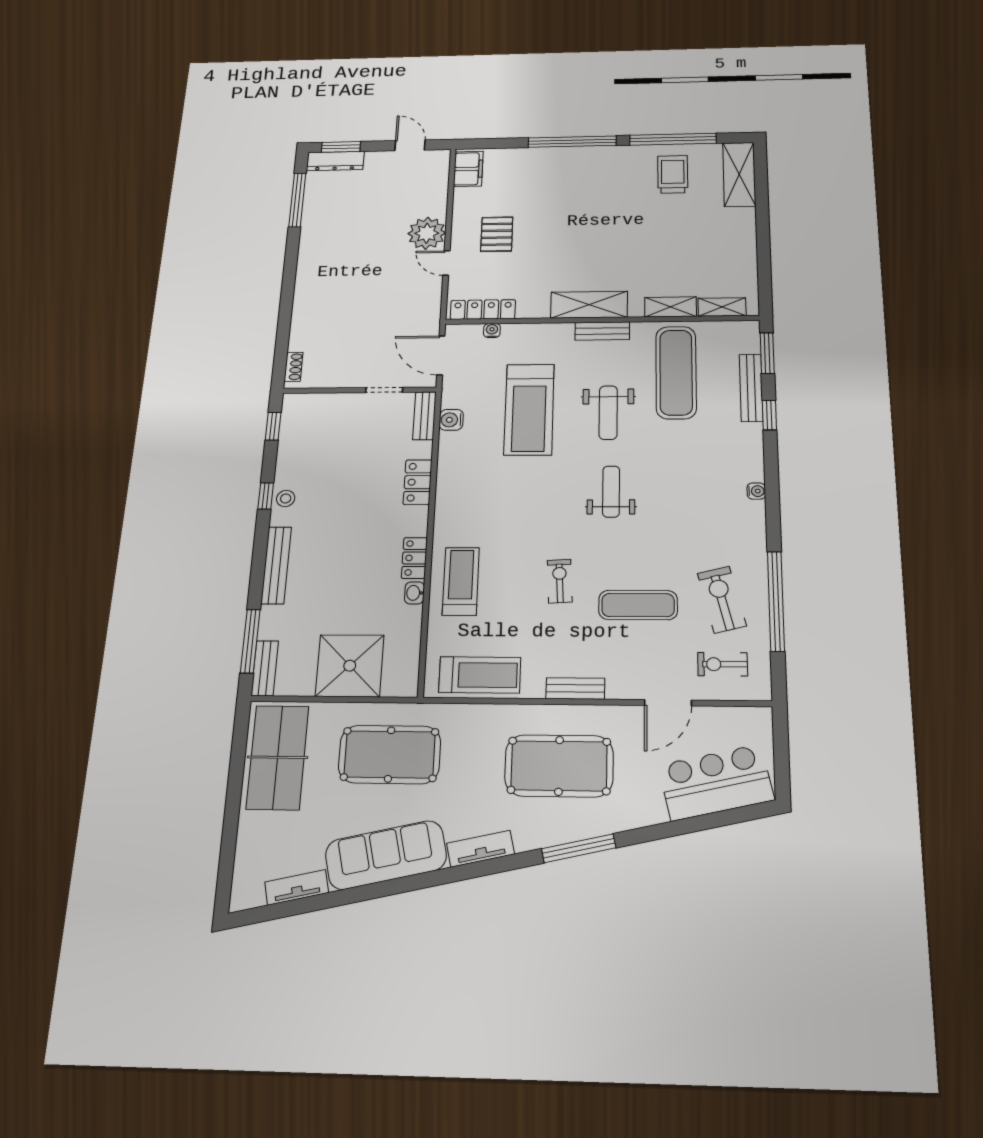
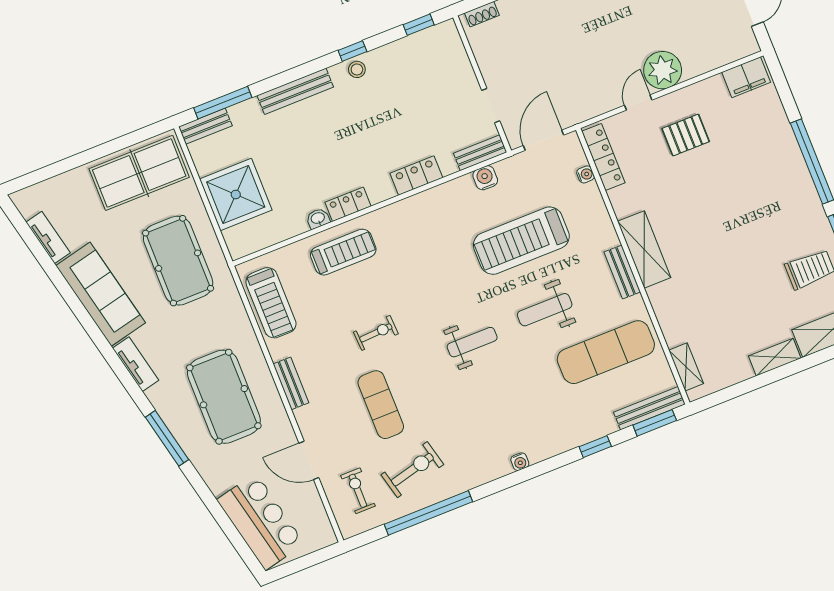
shelving: (671, 307) -> (775, 357), moved, turned 90
bench: (751, 388) -> (649, 408), moved

